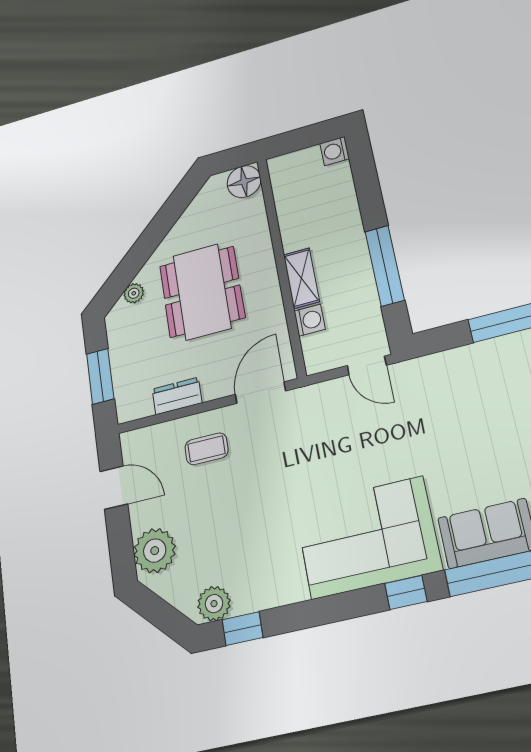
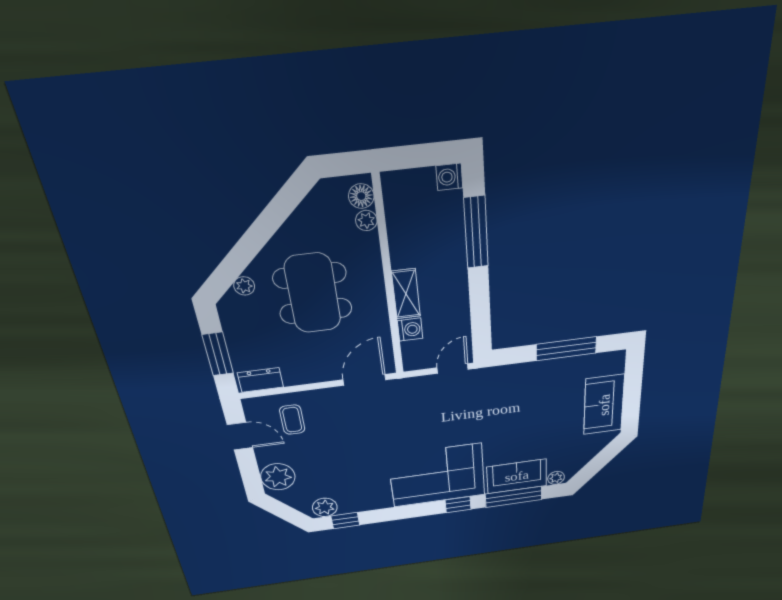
floor lamp: (244, 182) -> (361, 196), width x0.73, depth x0.73
plant: (255, 207) -> (366, 220), added
window: (385, 266) -> (476, 232), moved
door: (367, 365) -> (453, 369), swing flipped
dresser: (177, 396) -> (260, 380), moved
coffee table: (206, 449) -> (292, 420), moved, turned 90

